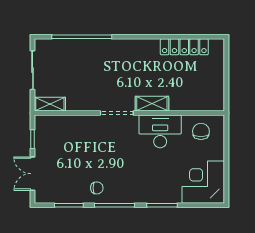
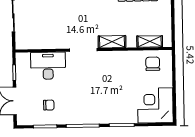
shelving: (50, 104) -> (150, 41), moved
desk: (160, 131) -> (48, 66), moved
chair: (97, 188) -> (49, 105), moved

